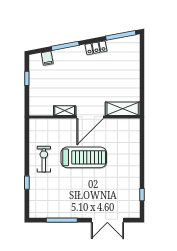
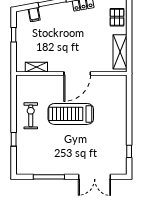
pallet: (130, 61) -> (117, 17), added
shelving: (123, 109) -> (120, 52), moved, turned 90
shelving: (65, 111) -> (36, 67), moved
treadmill: (84, 157) -> (71, 114), turned 180

